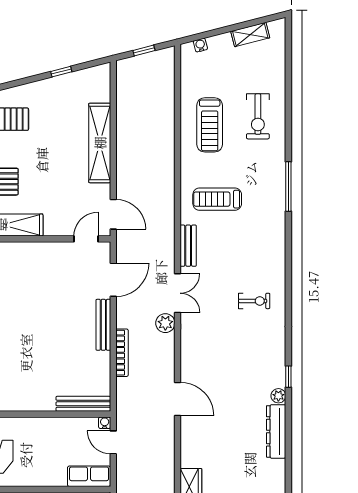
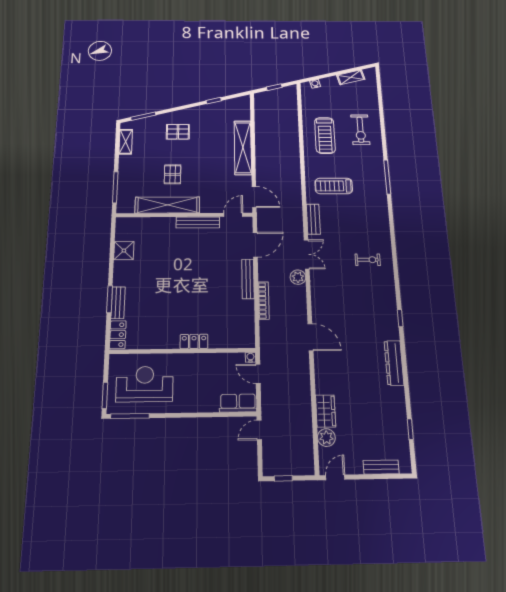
plant: (278, 396) -> (393, 334), removed
locker: (37, 403) -> (194, 341), added
bench: (83, 404) -> (198, 222), moved

